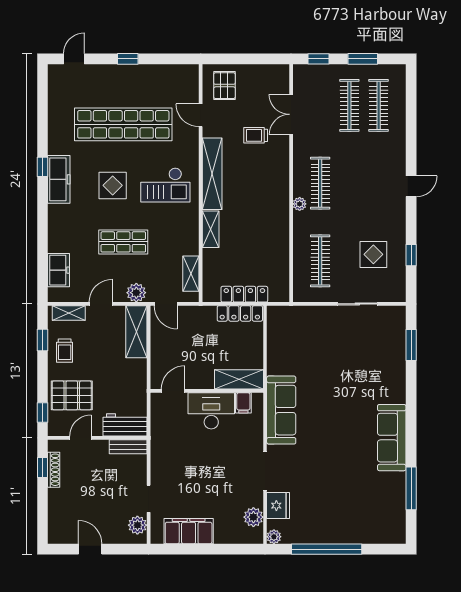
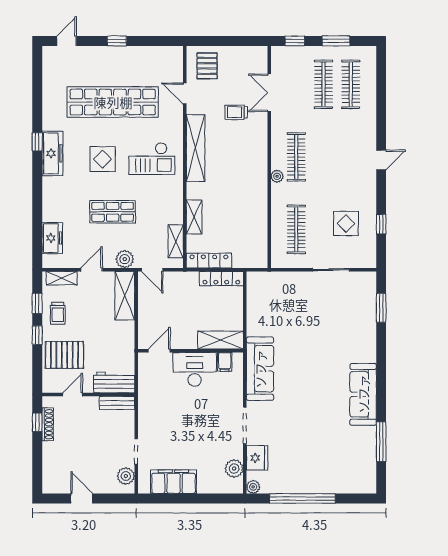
shelving: (211, 229) -> (194, 217), moved
locker: (244, 294) -> (209, 261), moved
window: (42, 413) -> (37, 335), moved

